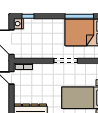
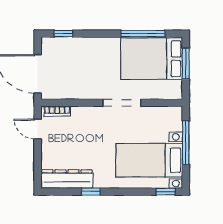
nightstand: (18, 24) -> (48, 45), removed

